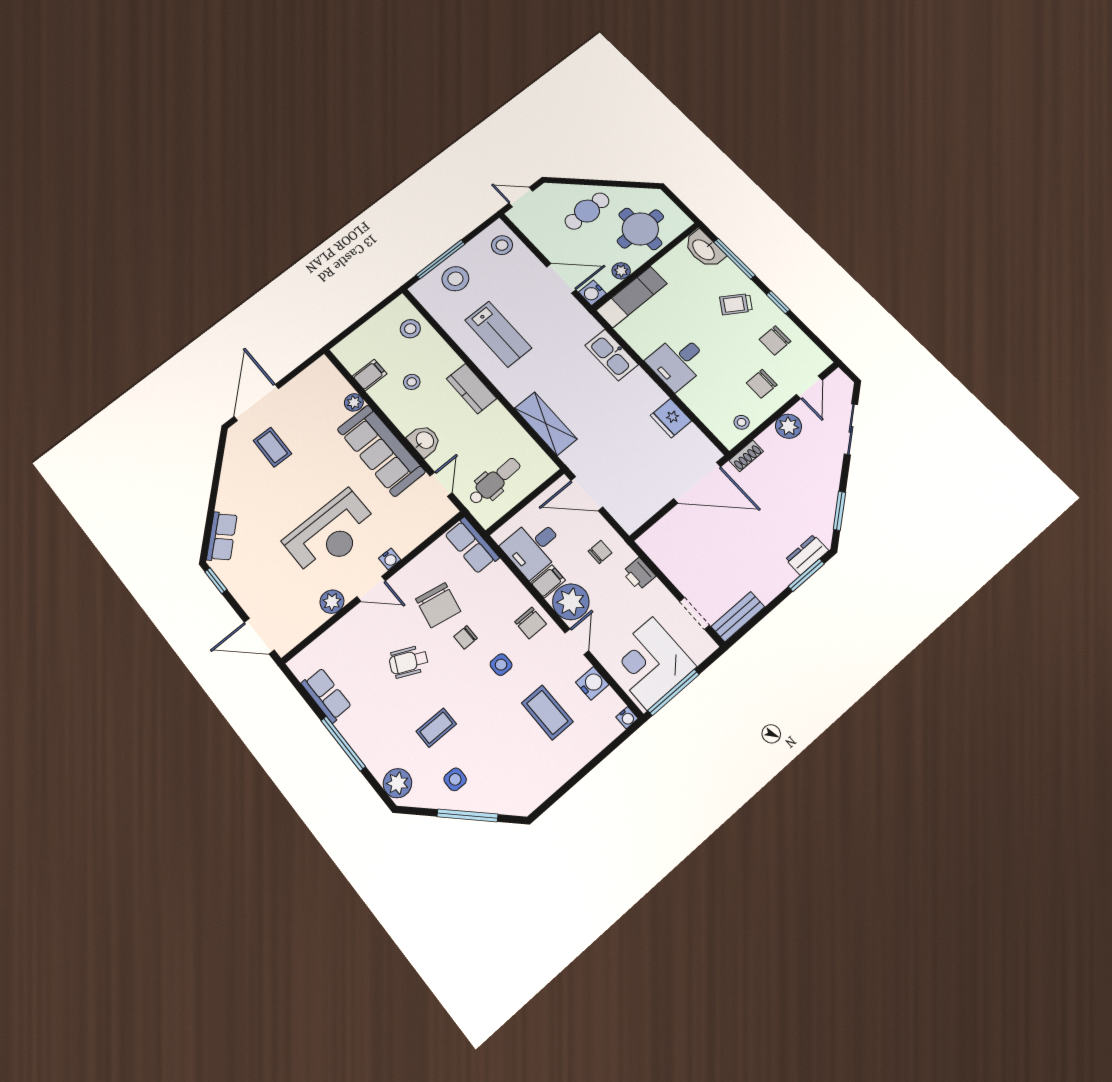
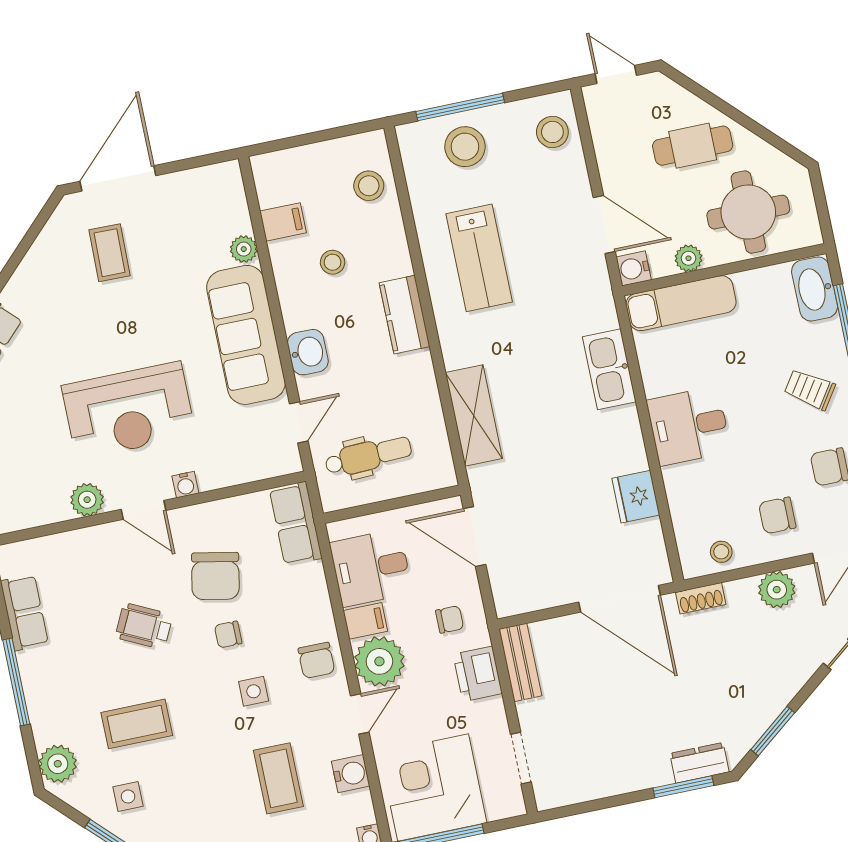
printer: (639, 574) -> (478, 674), width x1.36, depth x1.24
bench: (738, 617) -> (520, 662), moved, turned 90
coffee table: (436, 728) -> (137, 724), width x1.36, depth x1.30

